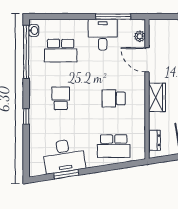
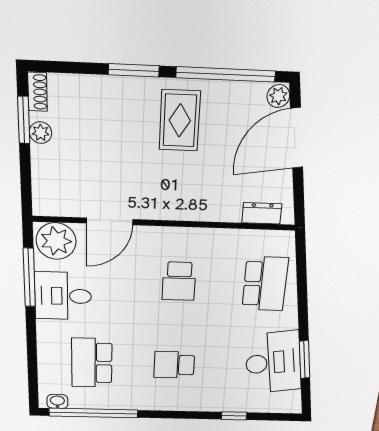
plant: (140, 36) -> (56, 241), width x1.87, depth x1.87
school desk: (61, 51) -> (92, 363), turned 180
wardrobe: (157, 97) -> (181, 206), removed
window: (26, 116) -> (234, 416), moved

